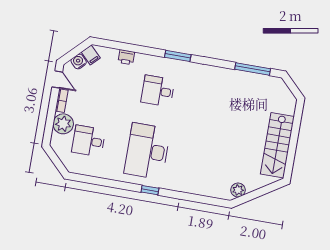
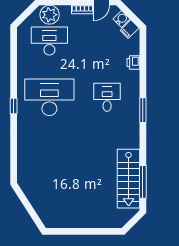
plant: (63, 124) -> (50, 15), moved
desk: (89, 141) -> (49, 41), width x1.37
stairs: (277, 145) -> (129, 179), moved, turned -90
plant: (238, 190) -> (28, 188), removed

